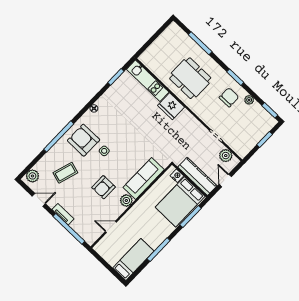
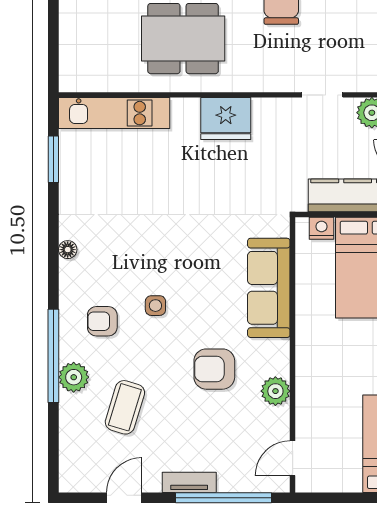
fridge: (171, 106) -> (226, 119), moved
armchair: (84, 140) -> (102, 321), width x0.53, depth x0.53
plant: (32, 176) -> (74, 377), moved
armchair: (104, 187) -> (214, 369), turned 90
plant: (126, 200) -> (275, 391), moved
door: (111, 227) -> (293, 458), moved

